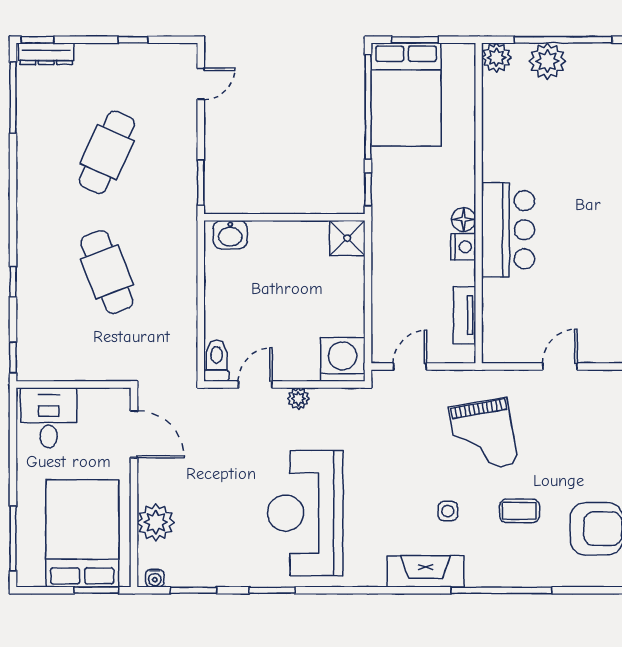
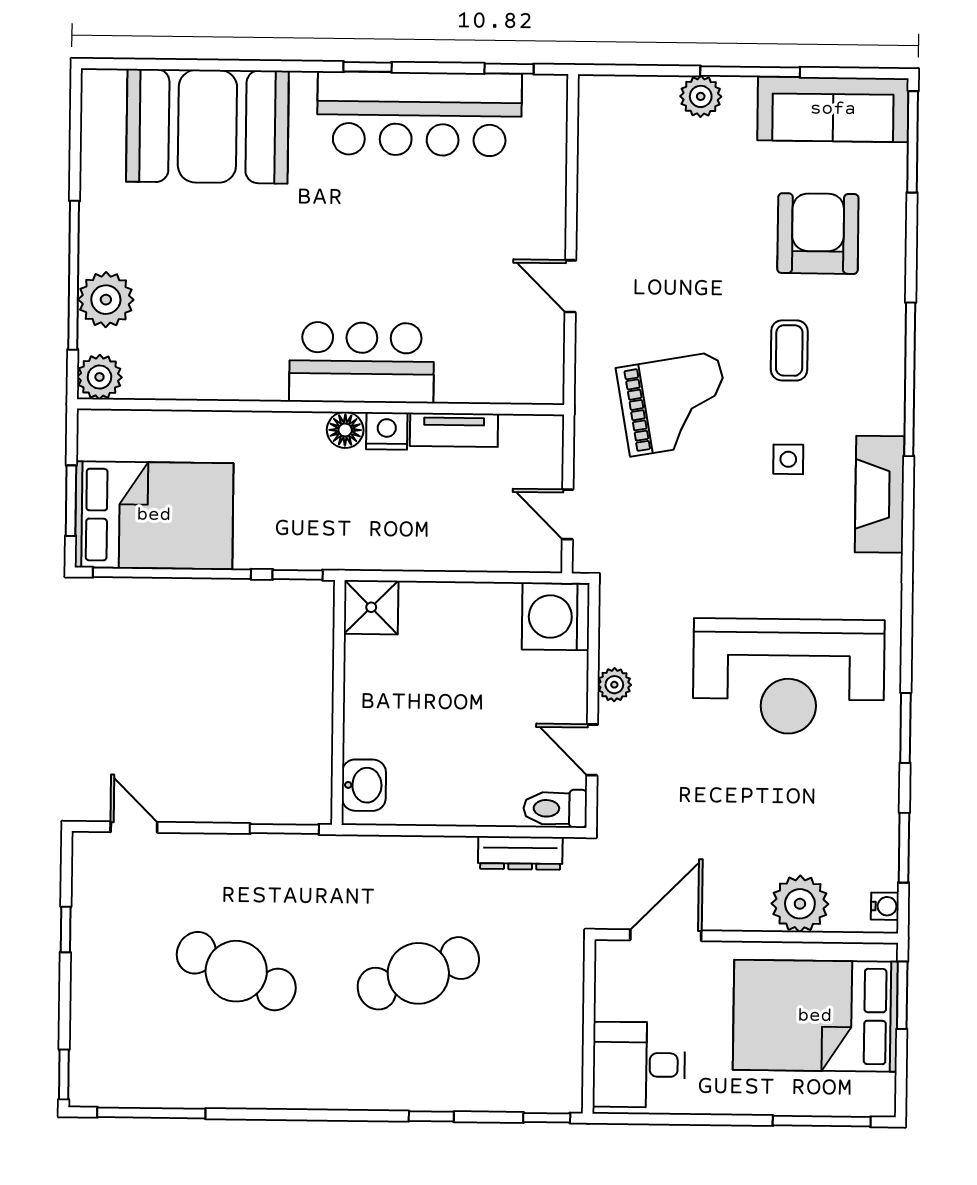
dresser: (46, 54) -> (520, 853), moved, turned 90
tv unit: (465, 315) -> (454, 430), moved

